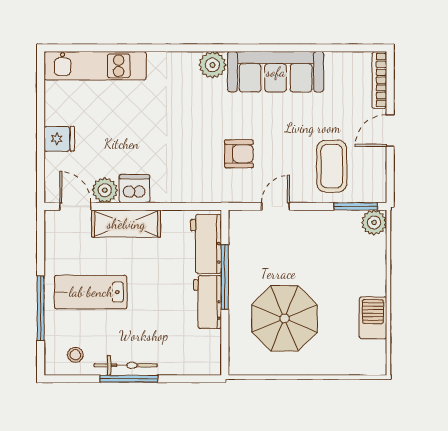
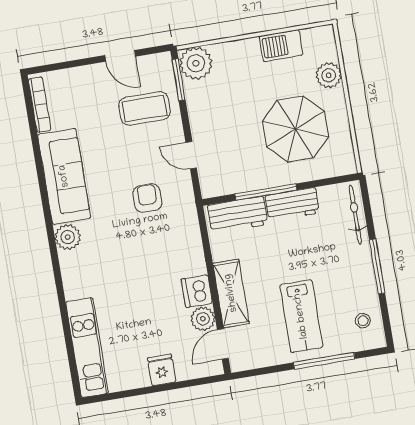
bookcase: (379, 80) -> (40, 105), moved, turned -90
door: (390, 130) -> (120, 56), moved
plant: (374, 222) -> (196, 63), width x1.36, depth x1.36
plant: (334, 362) -> (329, 75), added
bicycle: (126, 365) -> (355, 215), moved

